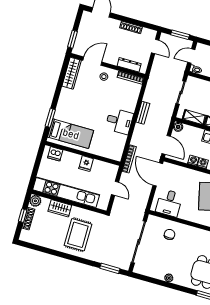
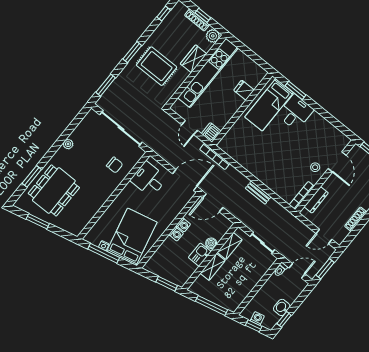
door: (191, 56) -> (297, 271), hinge flipped
wardrobe: (72, 73) -> (334, 134), removed
desk: (119, 121) -> (295, 112), moved, turned 180
boiler: (178, 127) -> (211, 243), moved
dishwasher: (55, 154) -> (211, 132), moved
fridge: (86, 164) -> (244, 90), moved
door: (115, 188) -> (190, 128), hinge flipped
window: (34, 247) -> (164, 14), added
window: (75, 259) -> (132, 52), added

